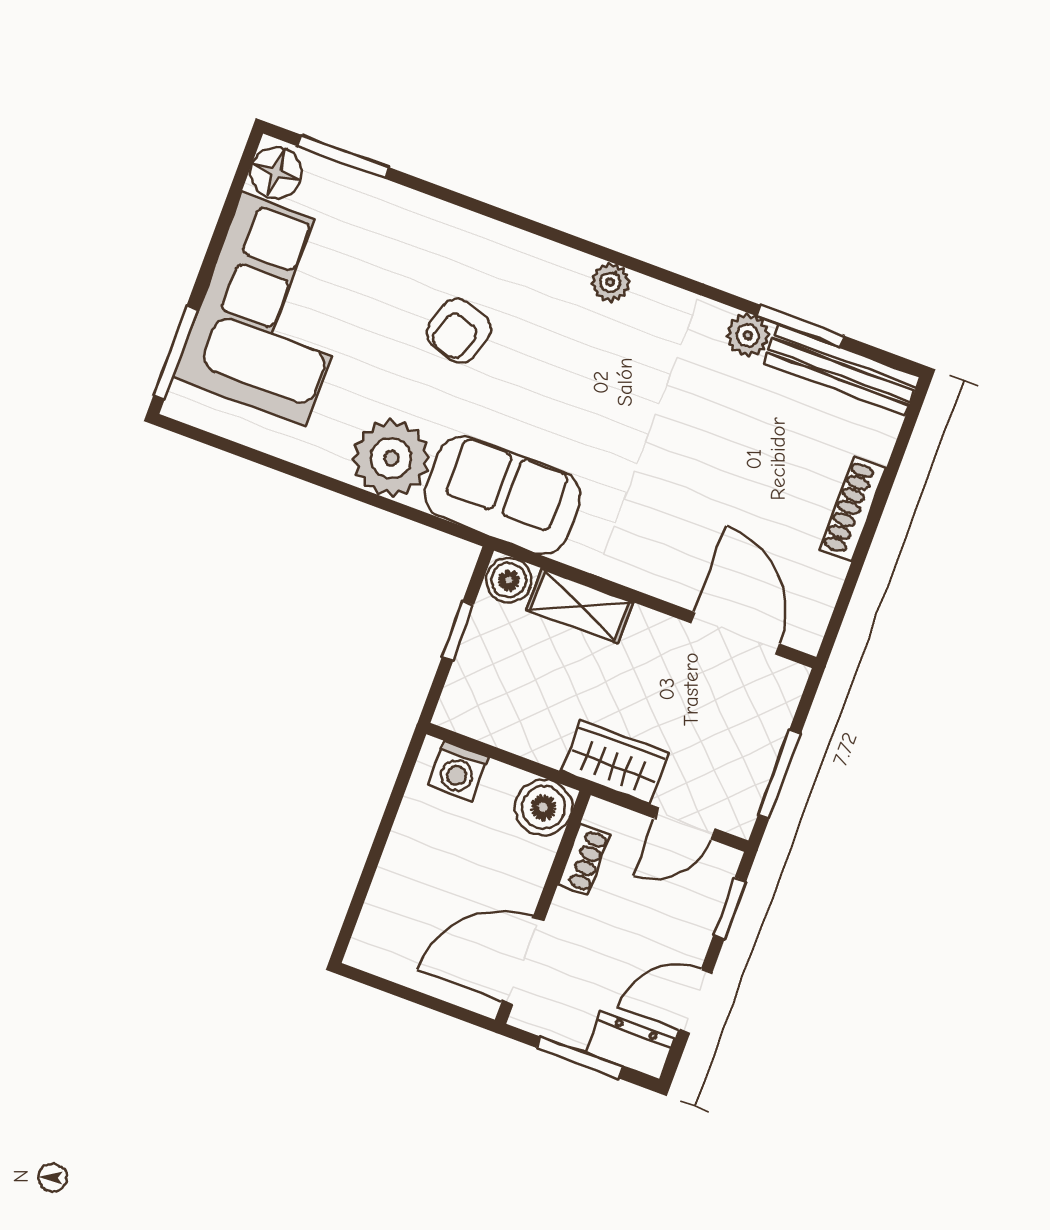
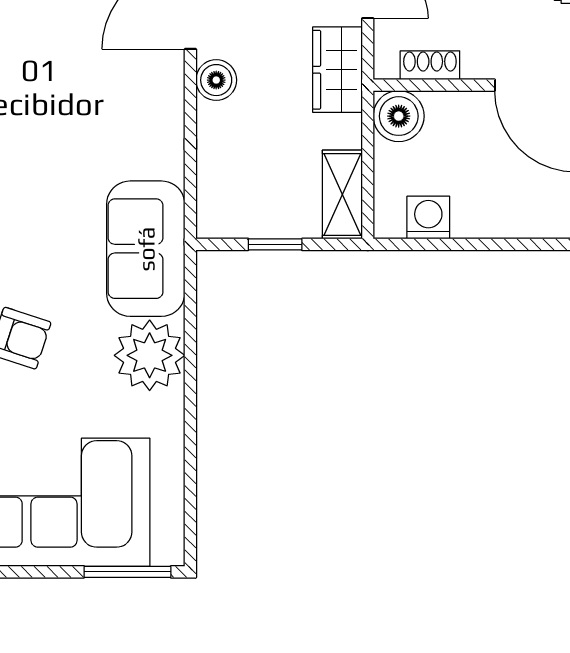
boiler: (509, 580) -> (216, 80), moved
shelving: (580, 606) -> (342, 195), moved
washing machine: (458, 771) -> (428, 218), moved, turned -90

